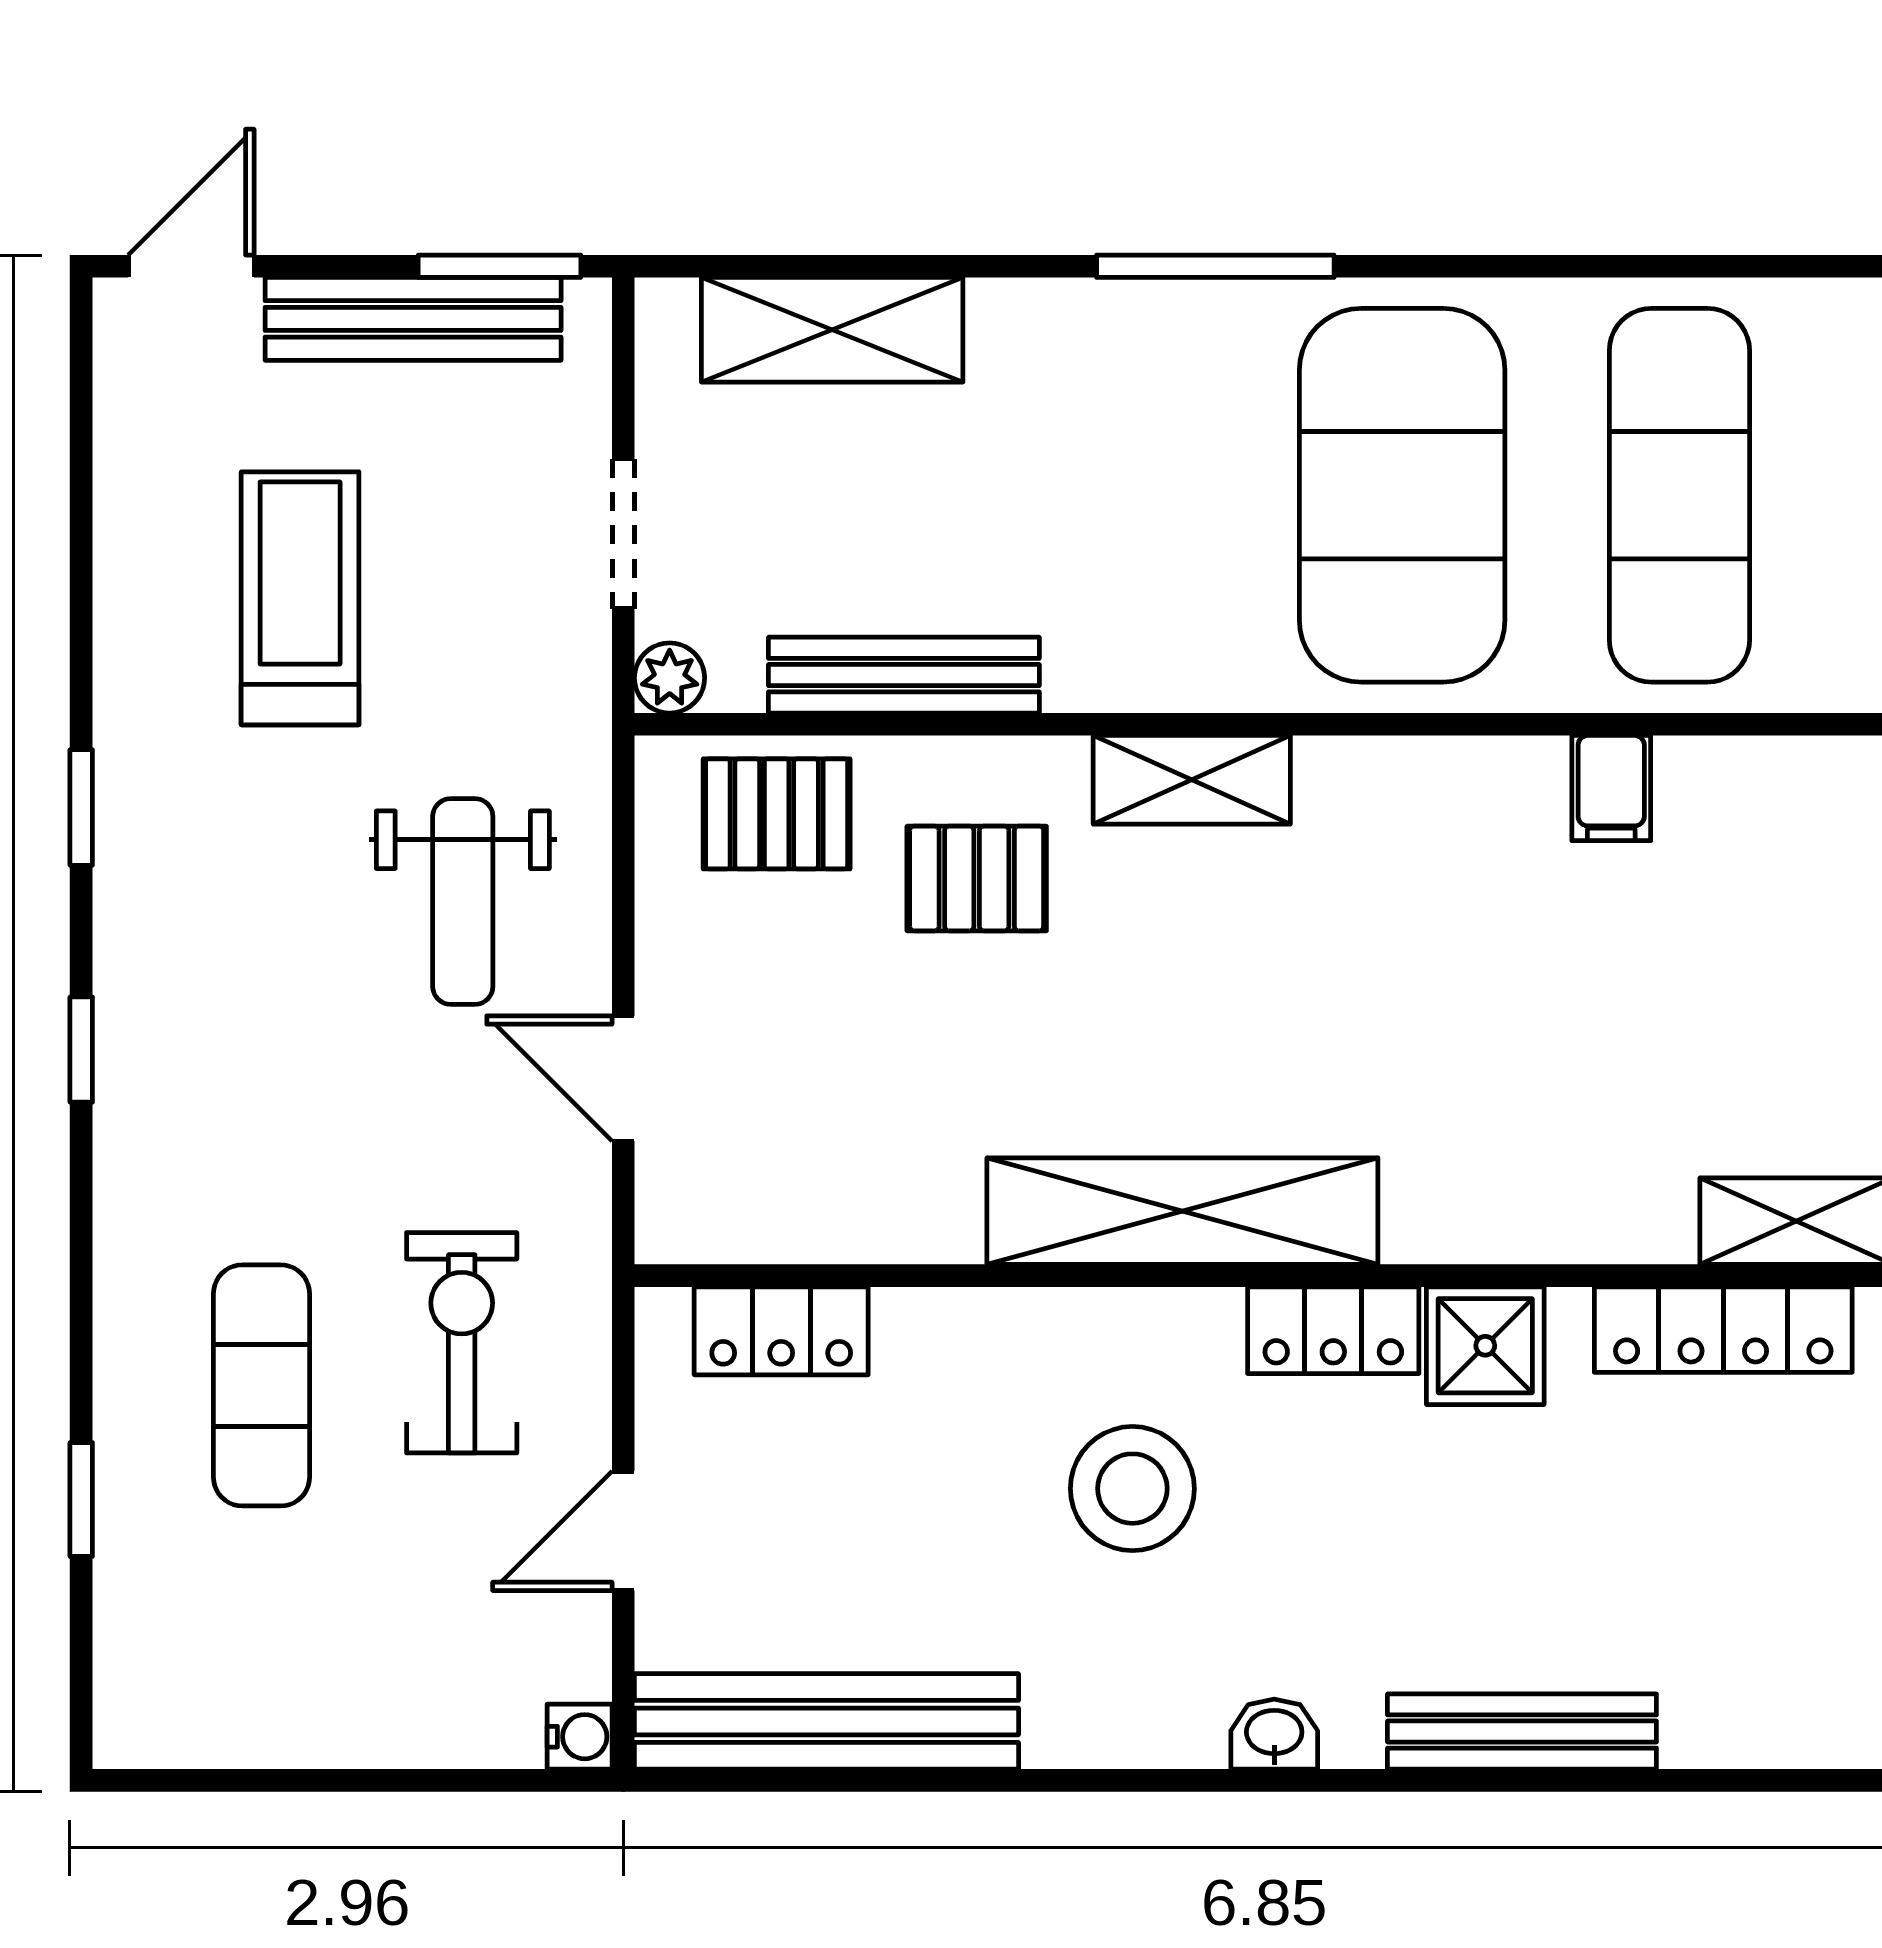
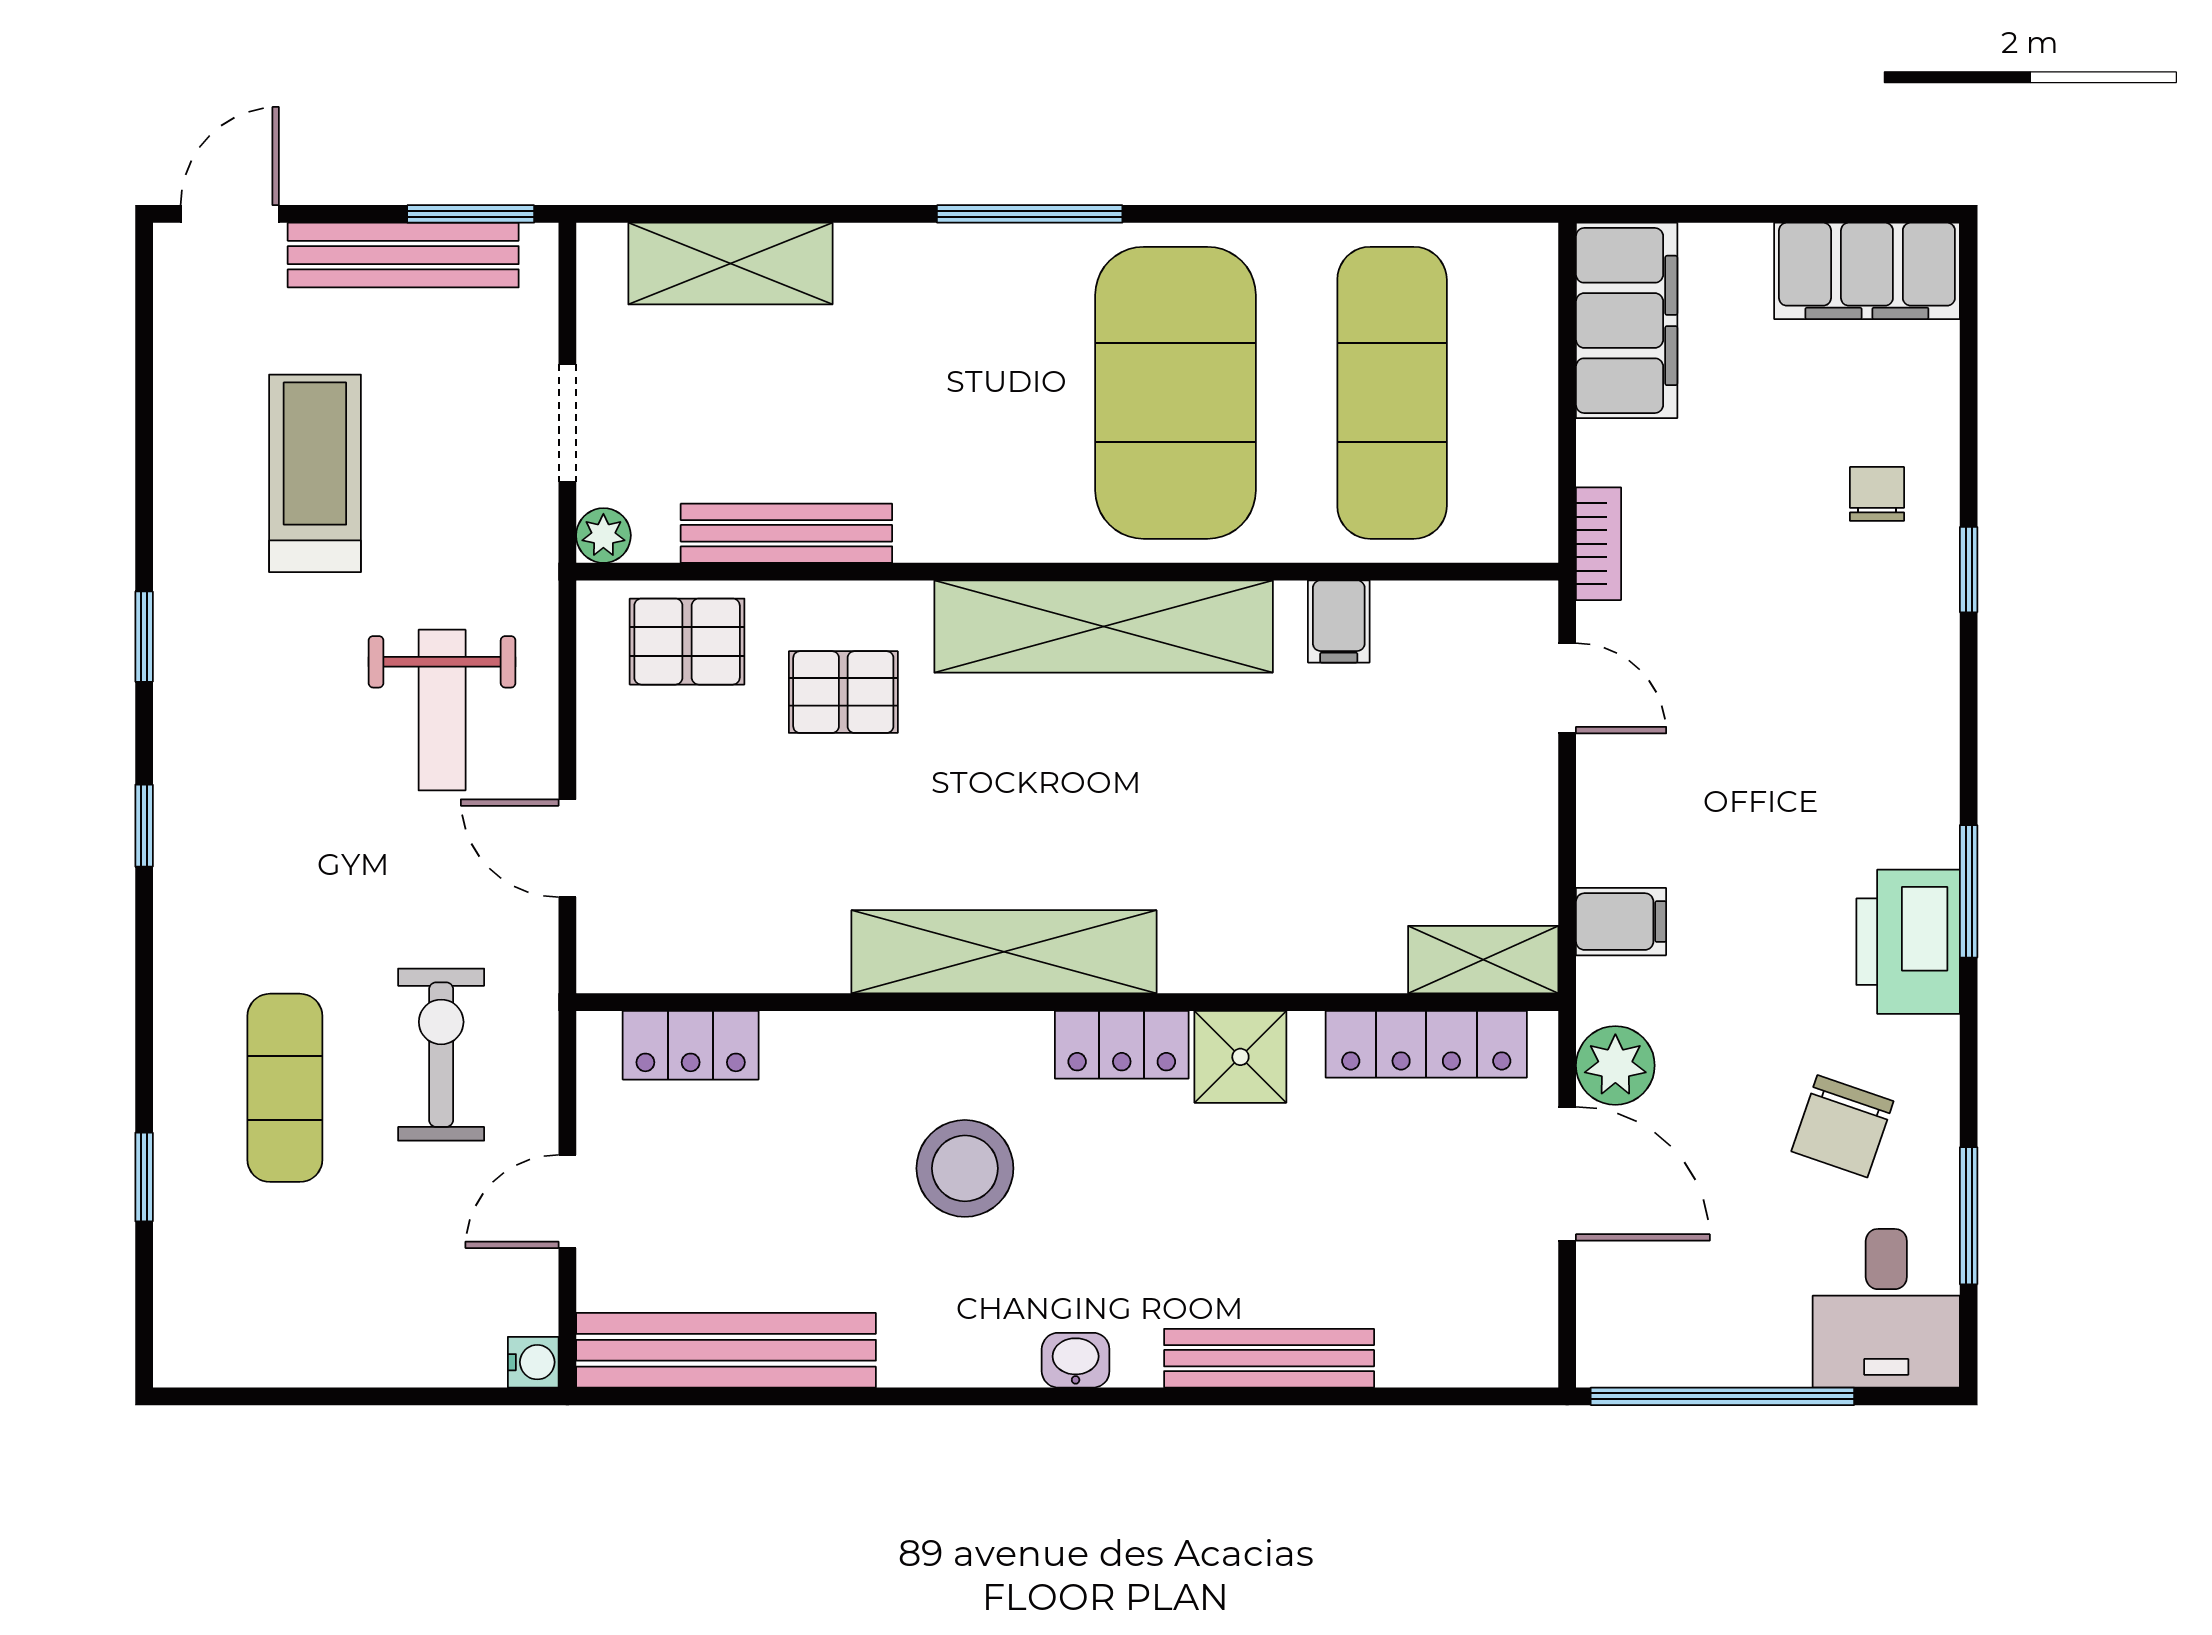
shelving: (1192, 780) -> (1104, 627), width x2.20, depth x1.33

